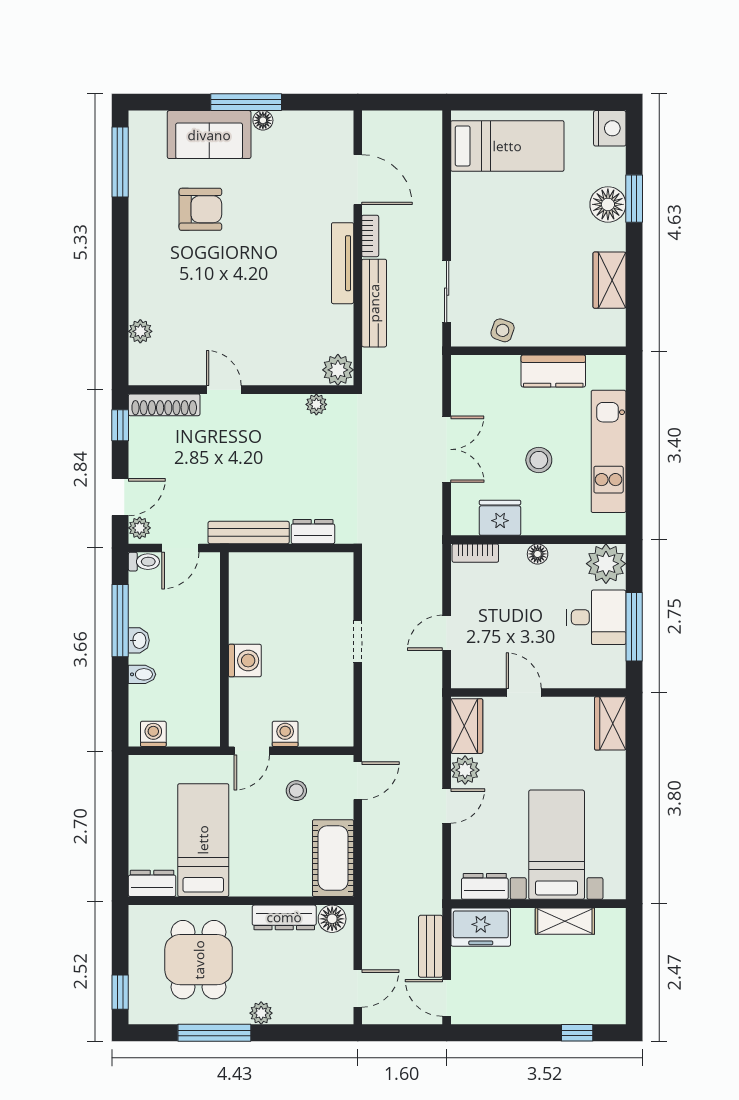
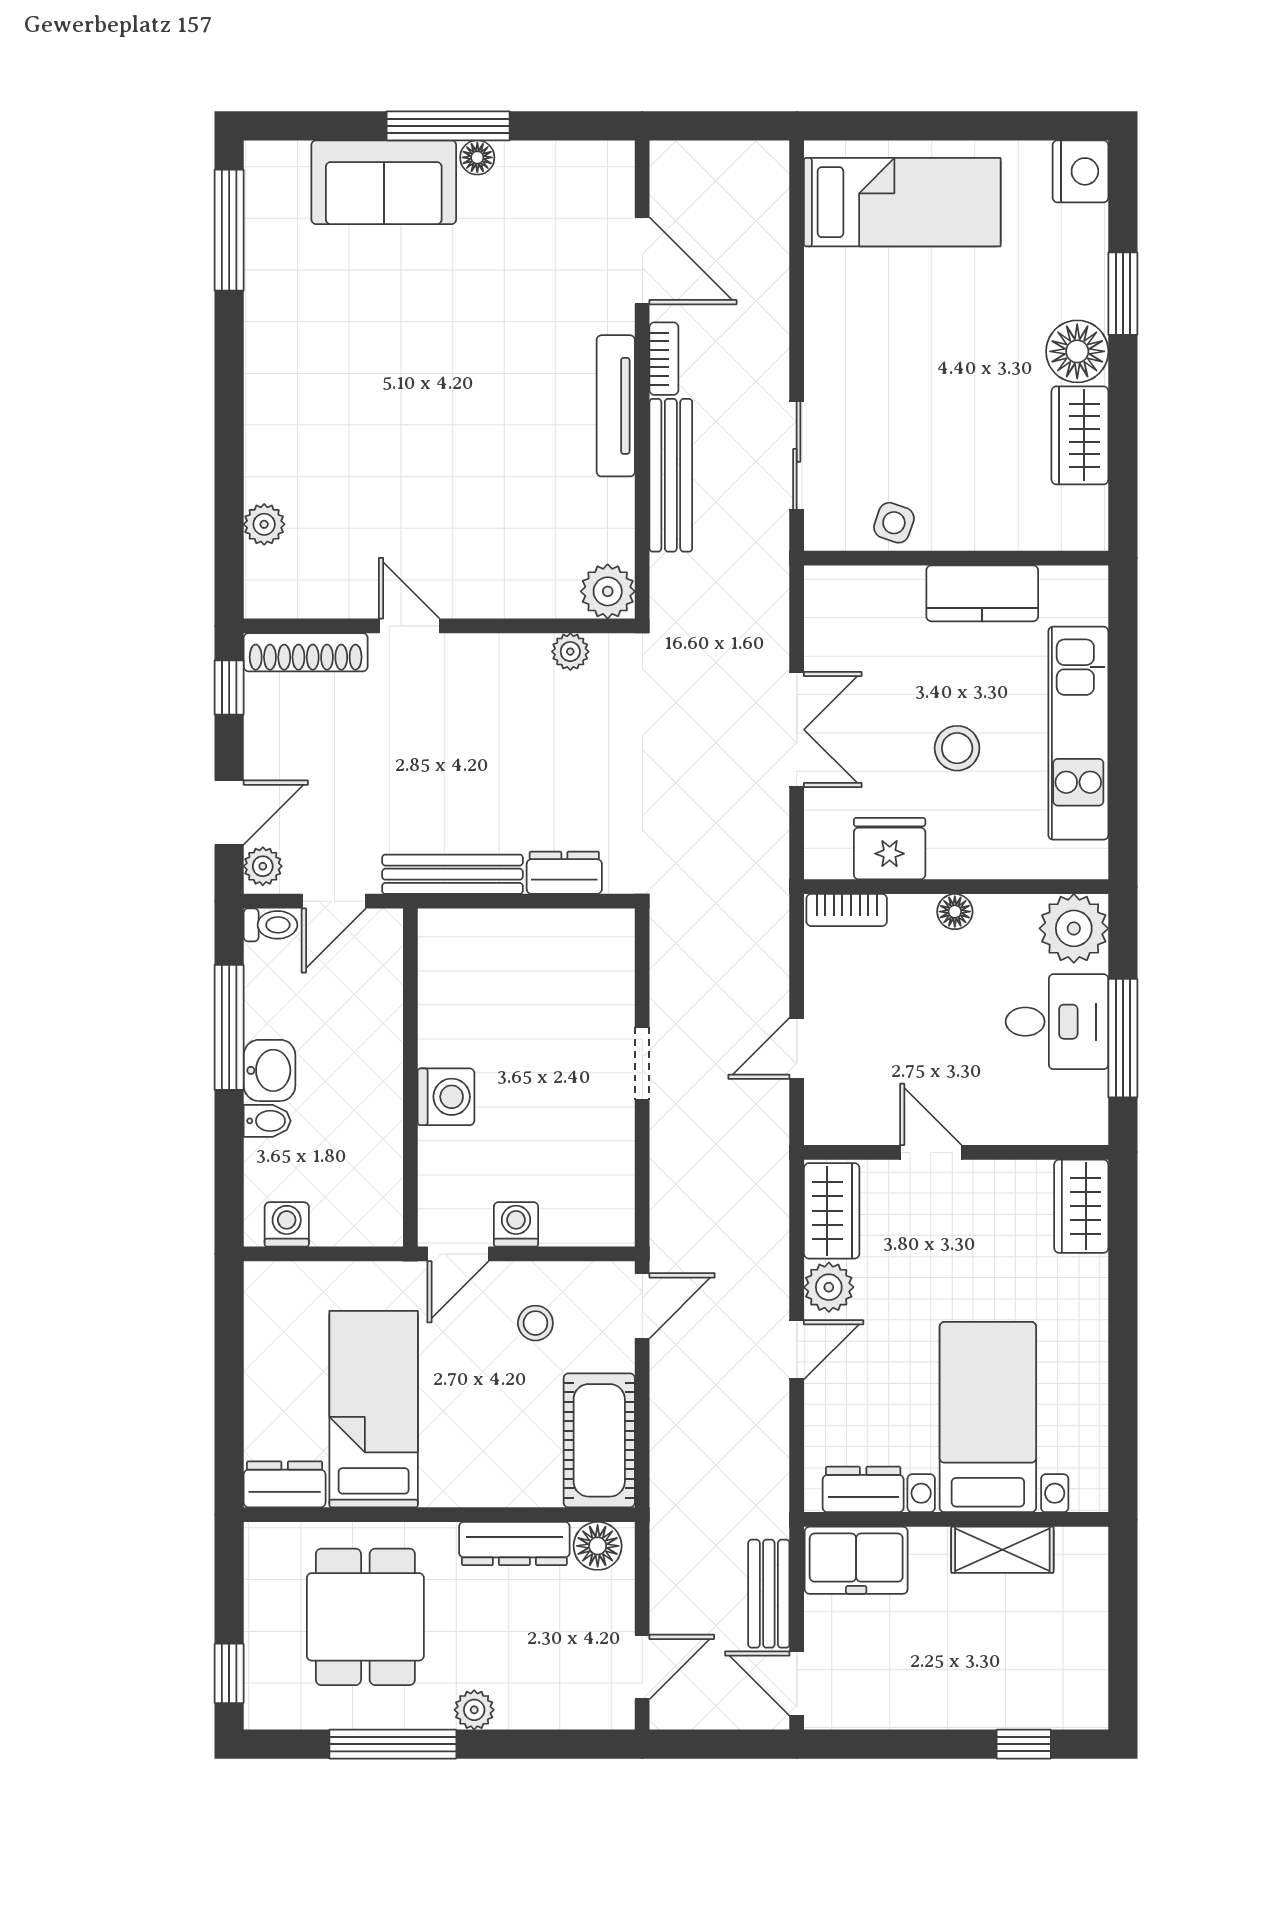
floor lamp: (608, 204) -> (1077, 351), moved
armchair: (200, 209) -> (369, 312), removed
washbasin: (139, 640) -> (270, 1070), width x1.38, depth x1.45

